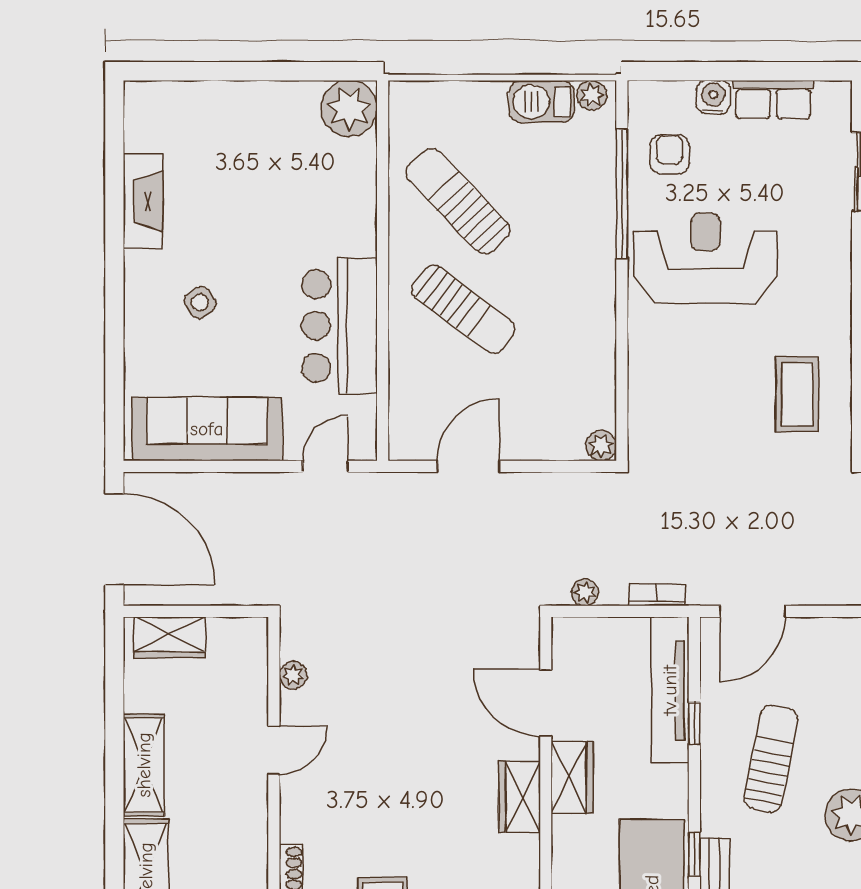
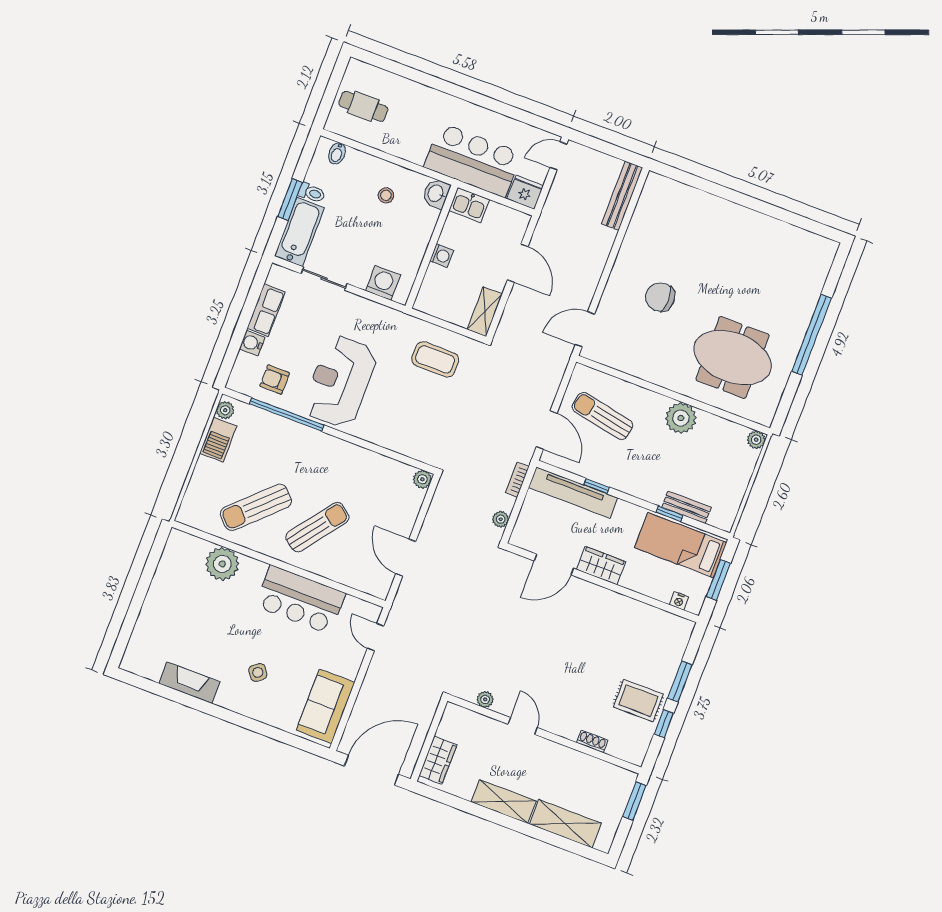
plant: (349, 108) -> (222, 564), moved
sofa: (207, 429) -> (326, 706), width x0.73
sun lounger: (771, 759) -> (602, 416), moved
wardrobe: (520, 797) -> (601, 599), removed

